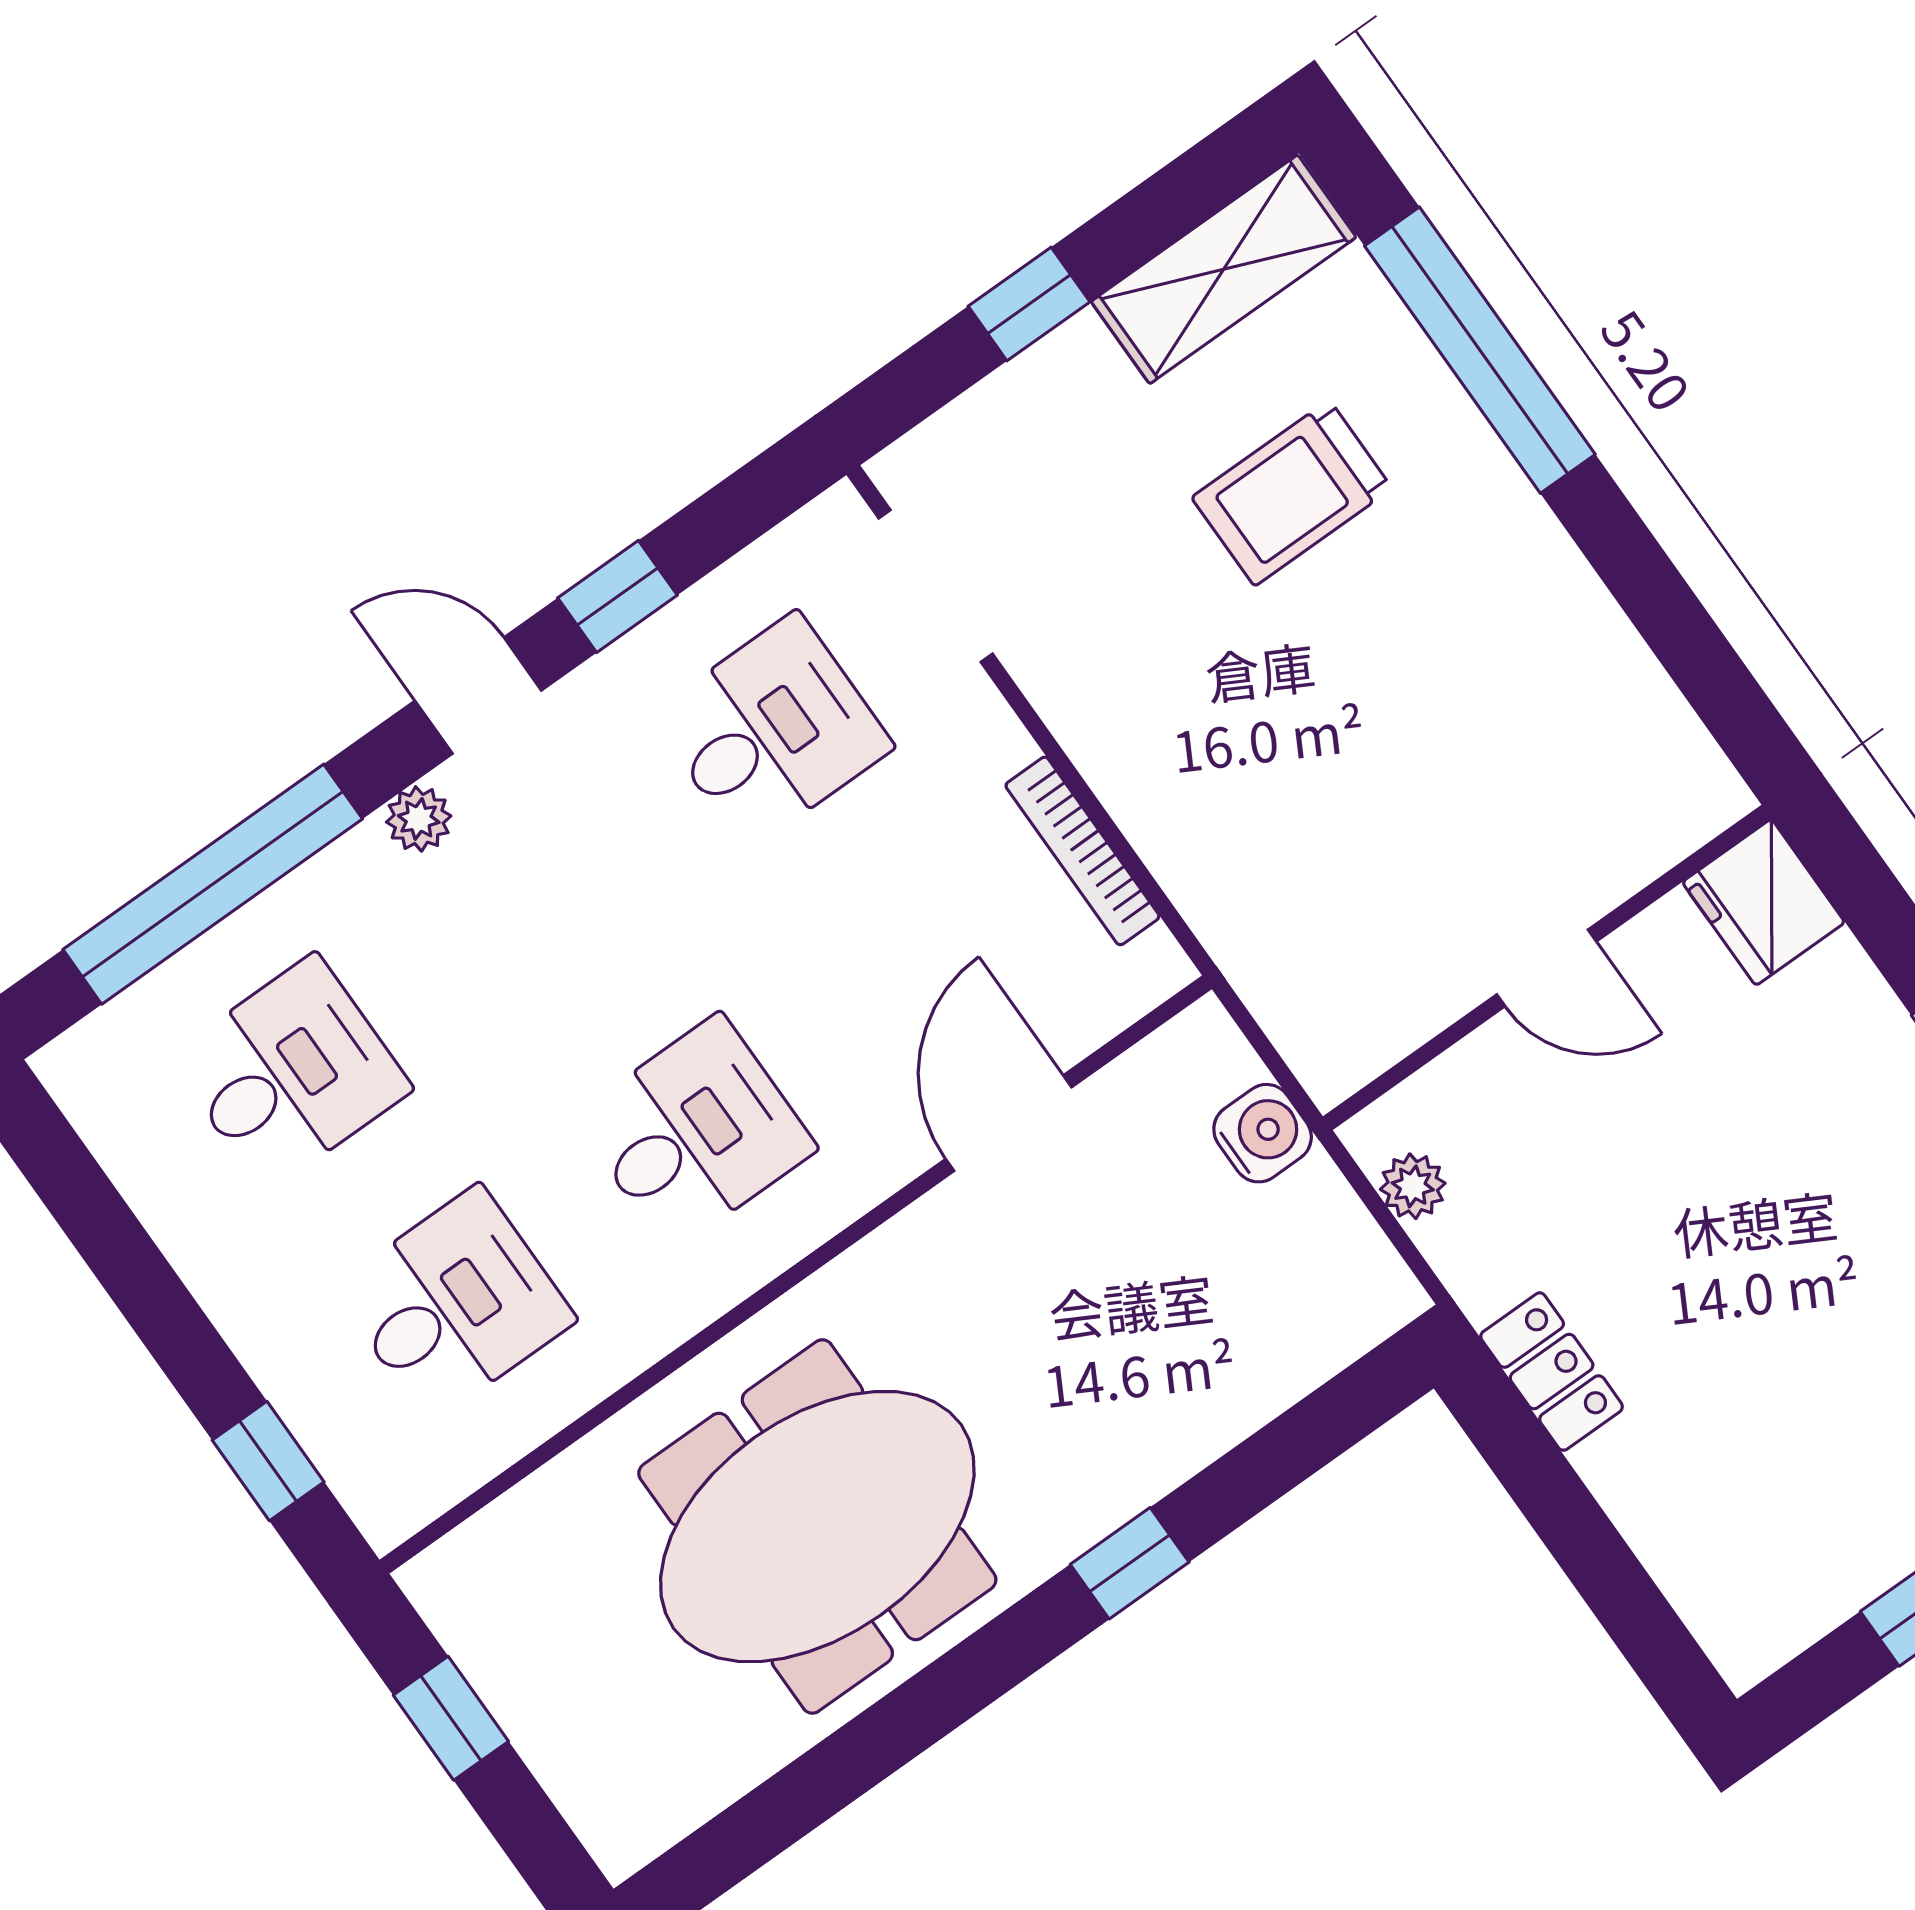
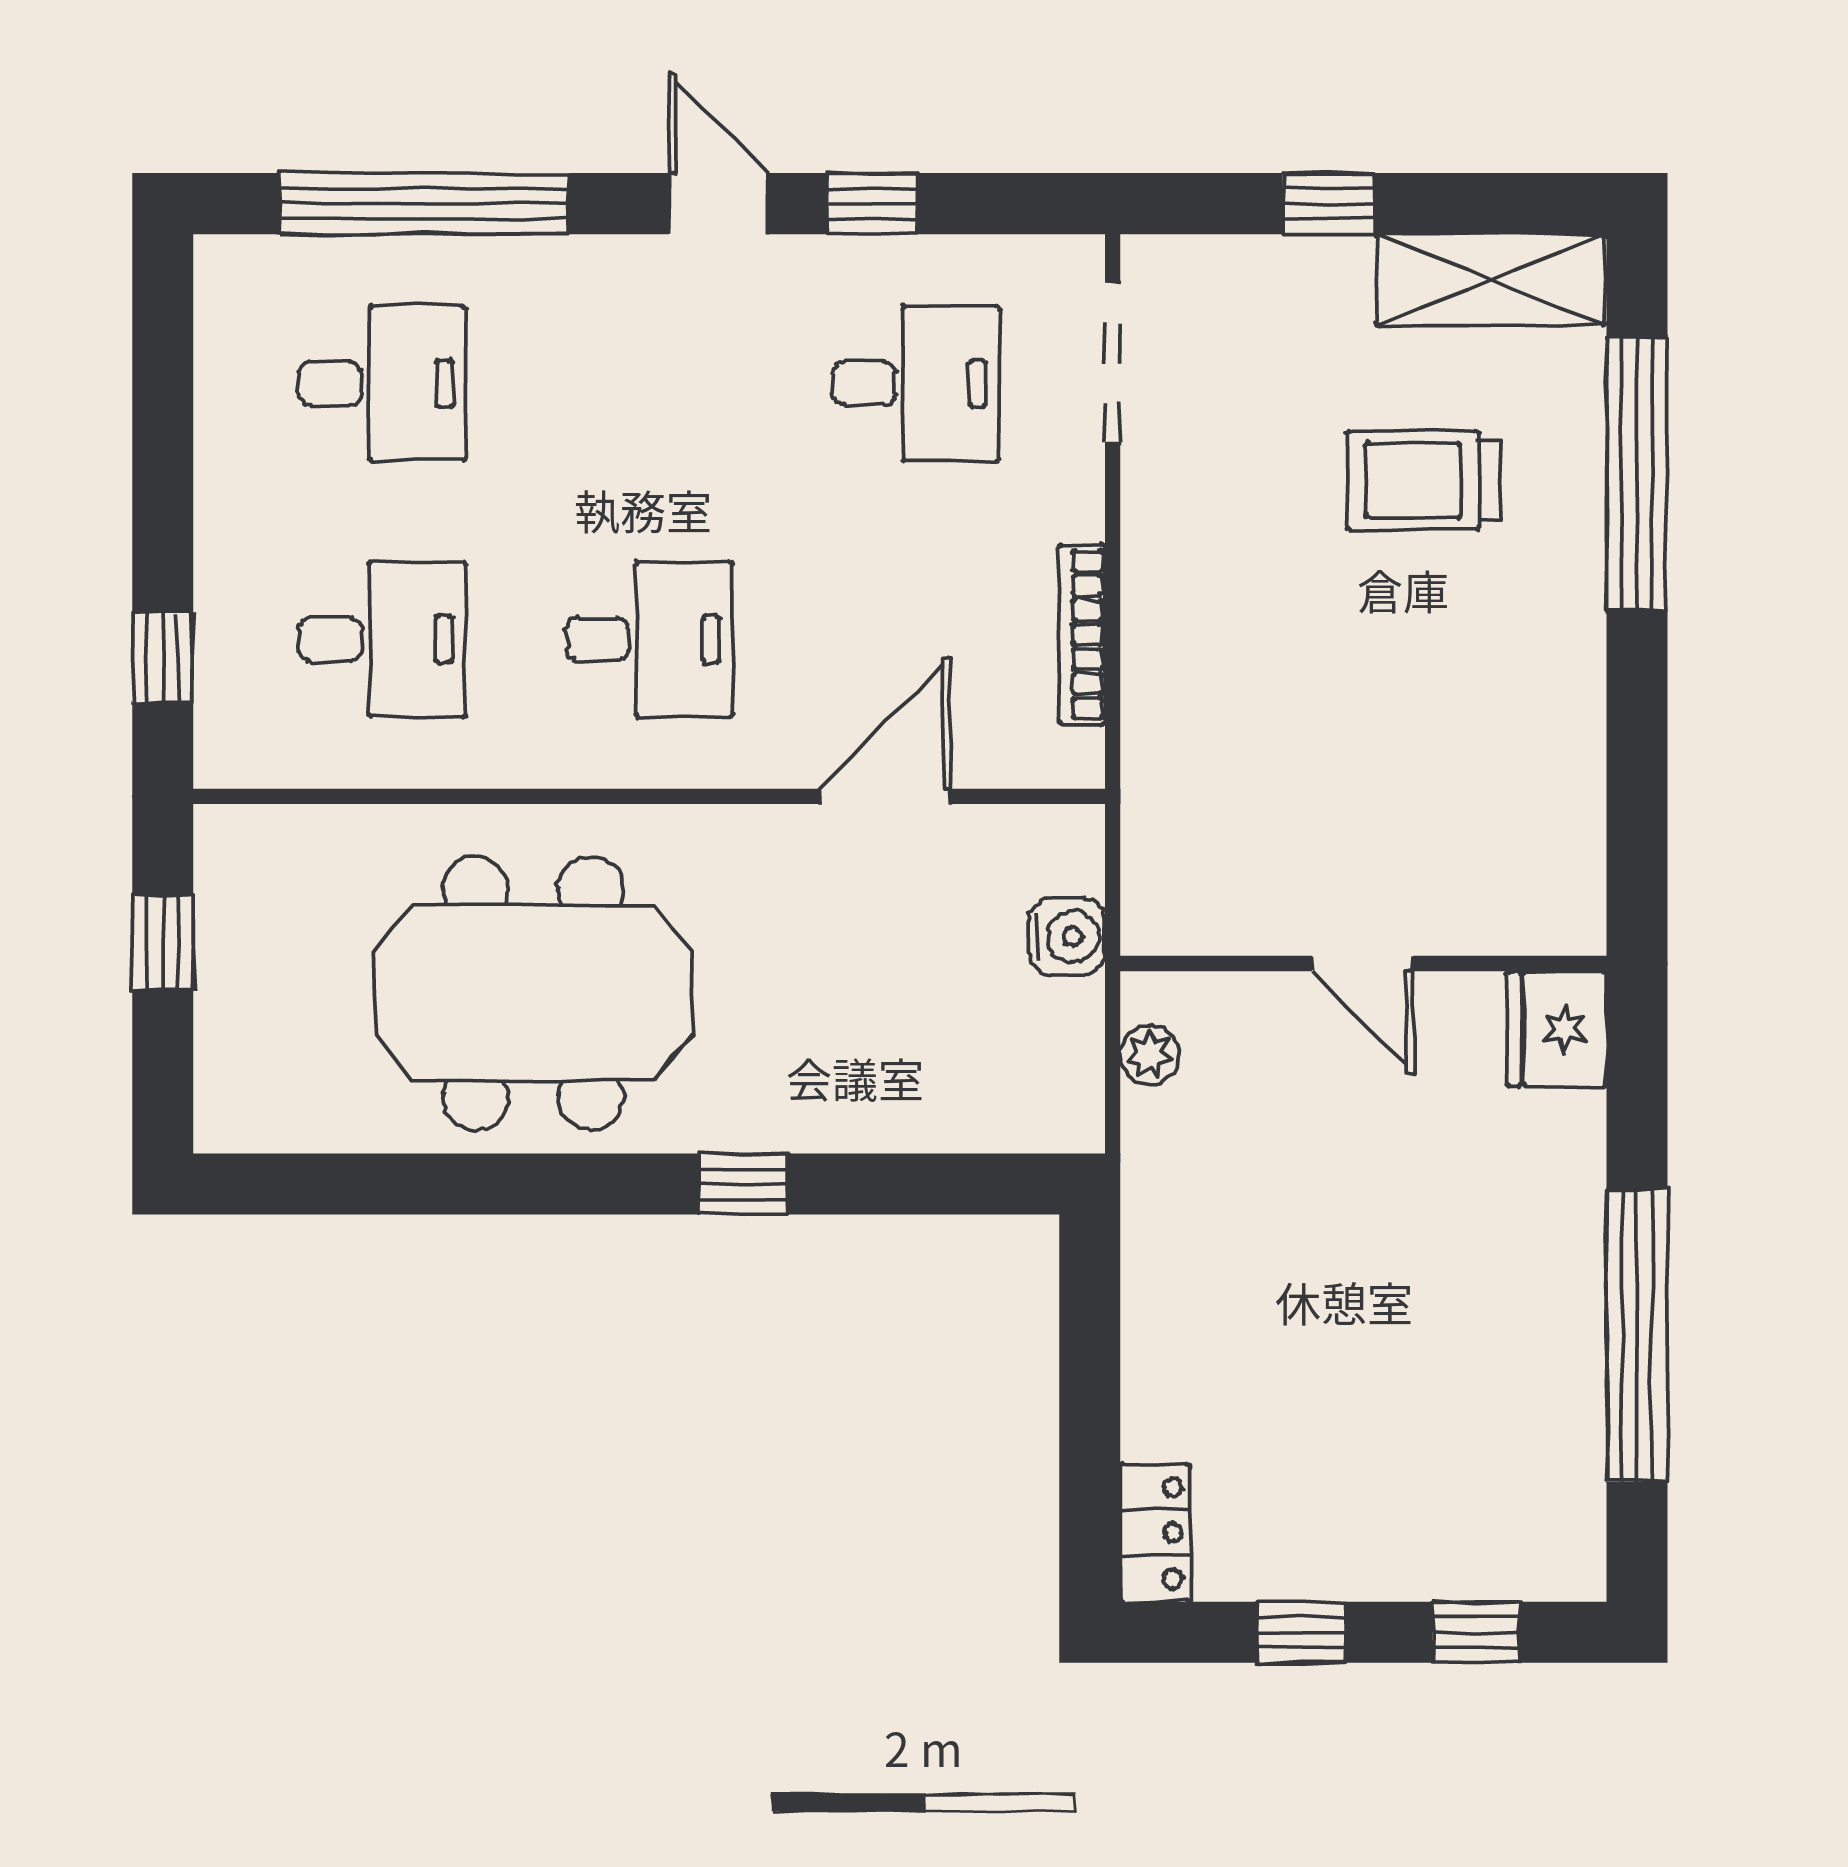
plant: (419, 819) -> (610, 263), removed
locker: (1552, 1372) -> (1155, 1533), moved

